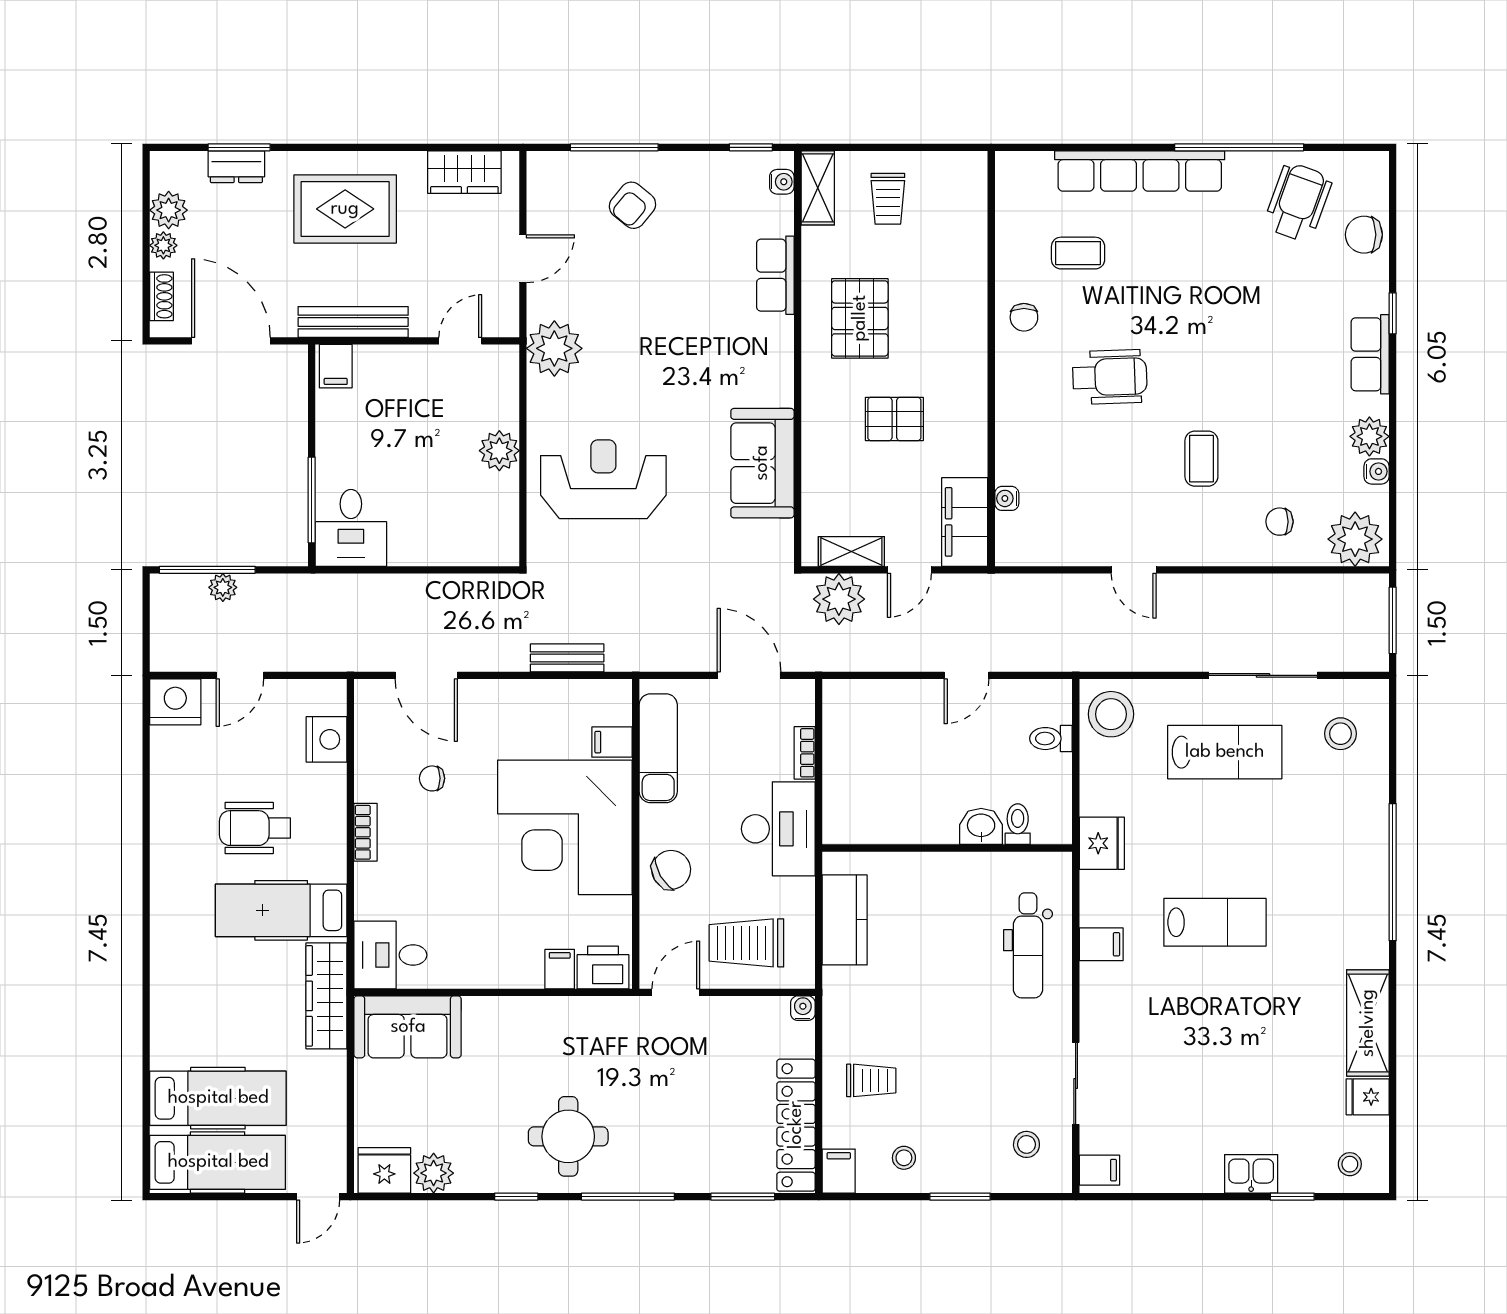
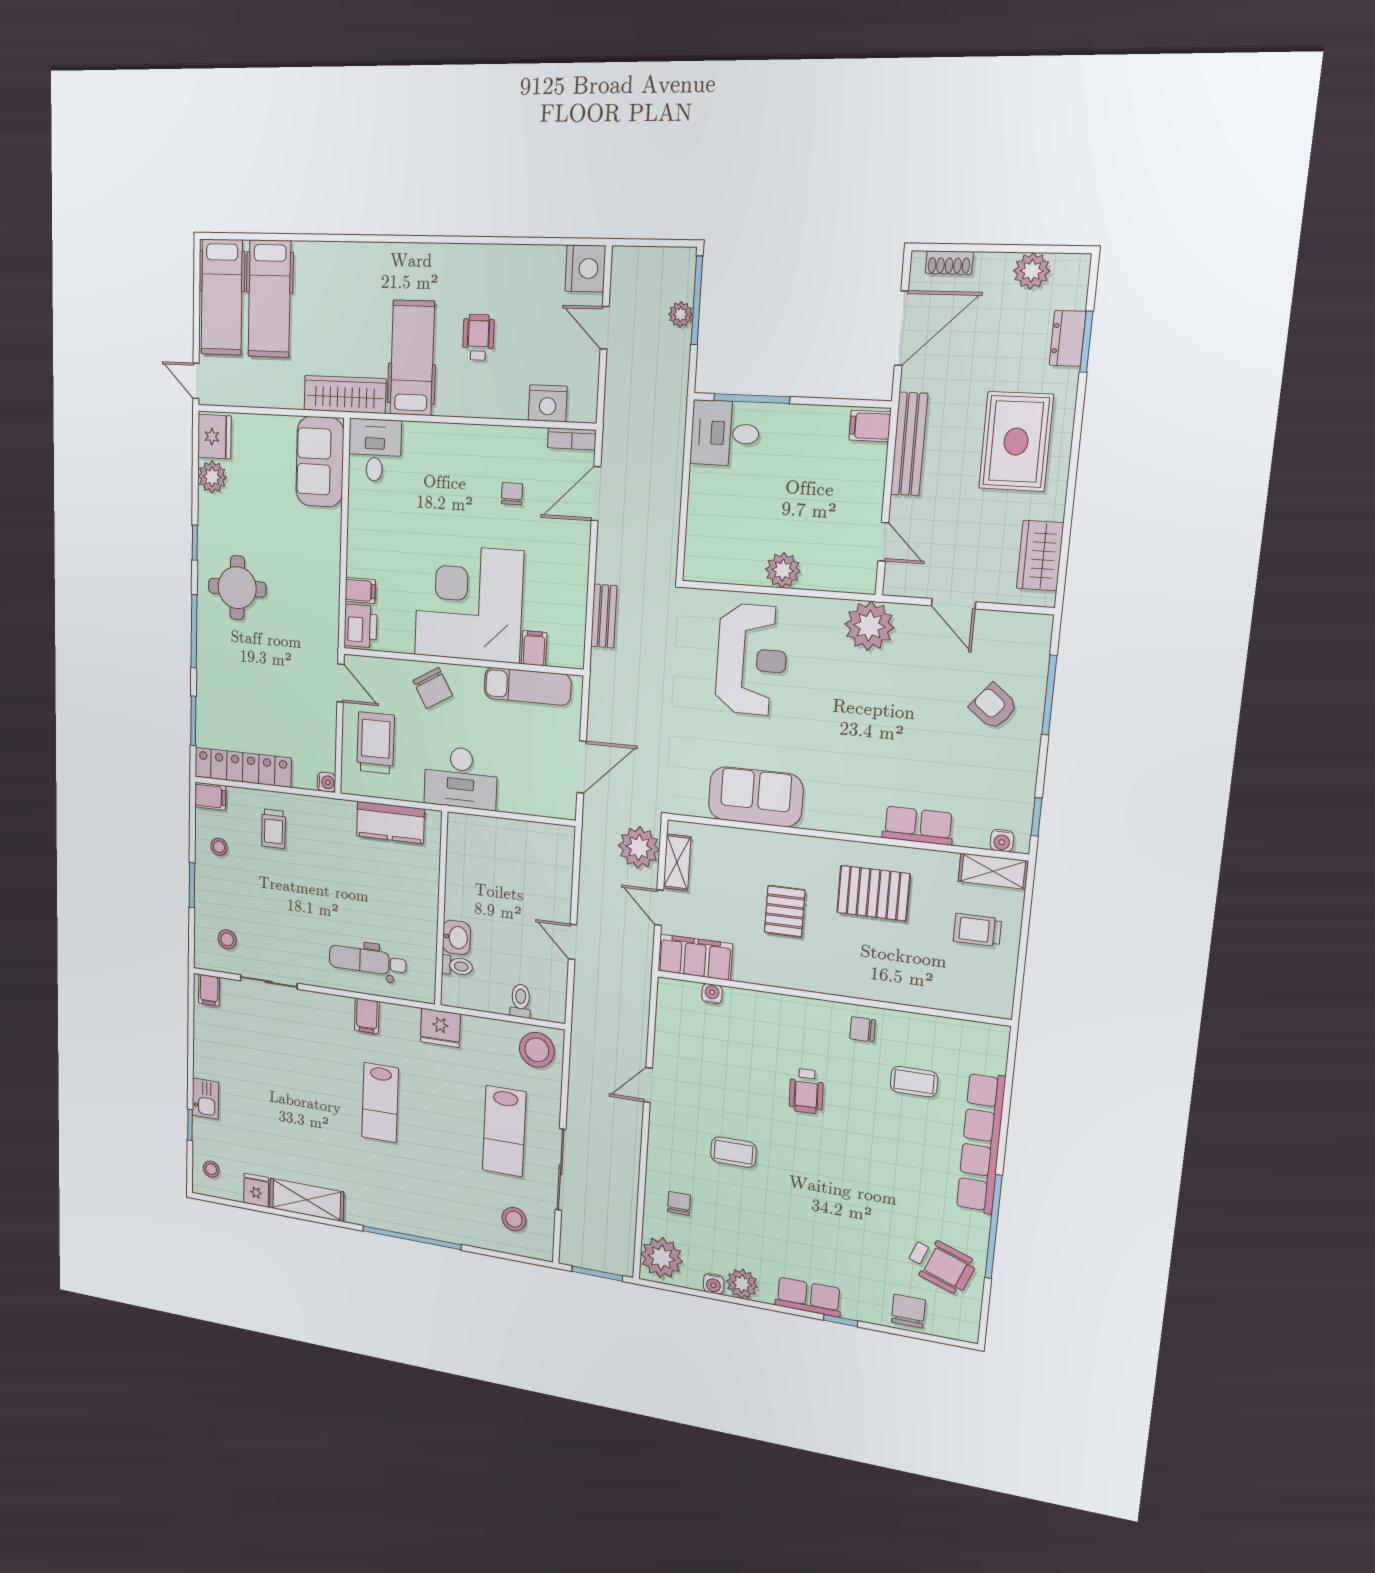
plant: (163, 245) -> (998, 265), removed
coffee table: (1078, 253) -> (914, 1082), turned 90
wheelchair: (1110, 377) -> (806, 1091), width x0.73, depth x0.73
bookcase: (805, 753) -> (518, 805), removed
wheelchair: (255, 828) -> (478, 337), width x0.73, depth x0.73
bookcase: (366, 832) -> (572, 439), moved

